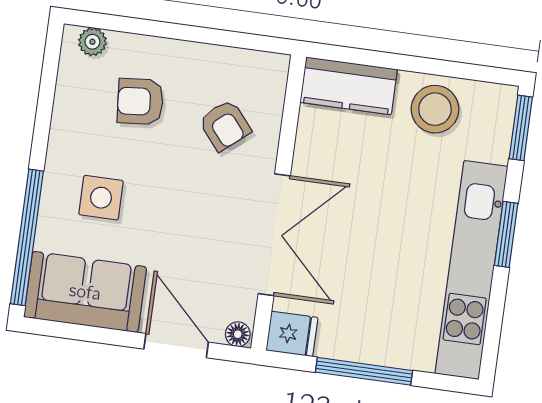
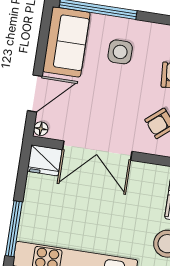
fridge: (292, 334) -> (45, 160), width x1.38
window: (364, 371) -> (14, 229), moved

